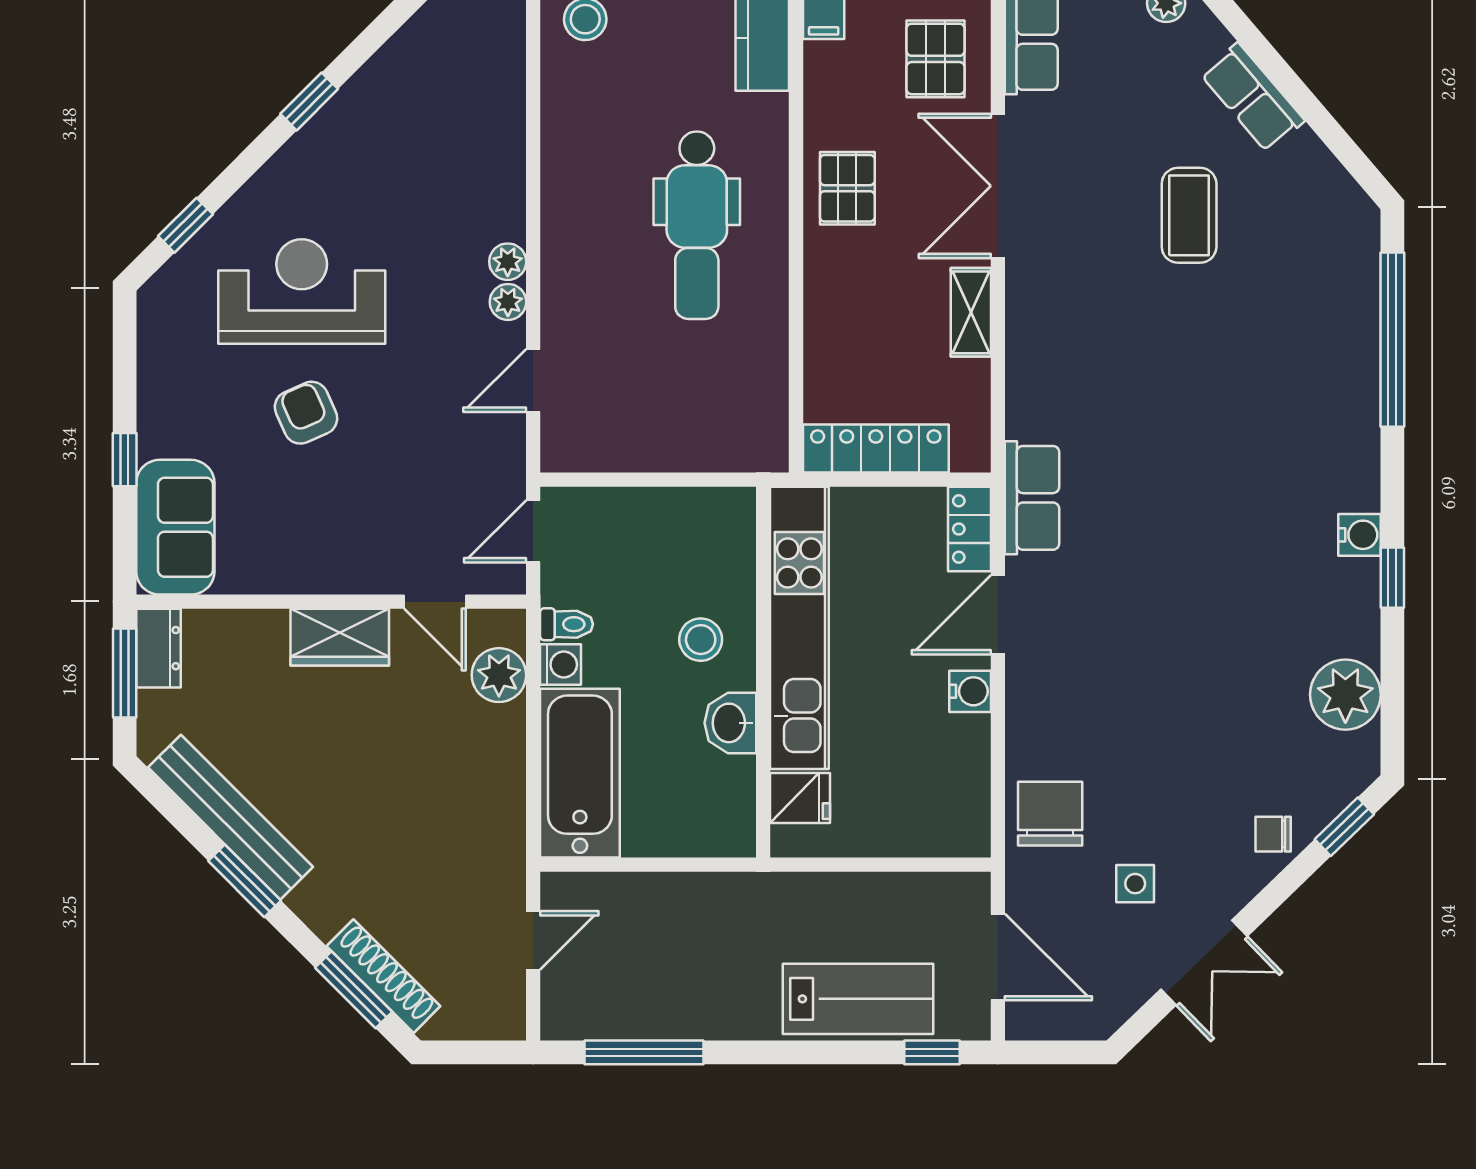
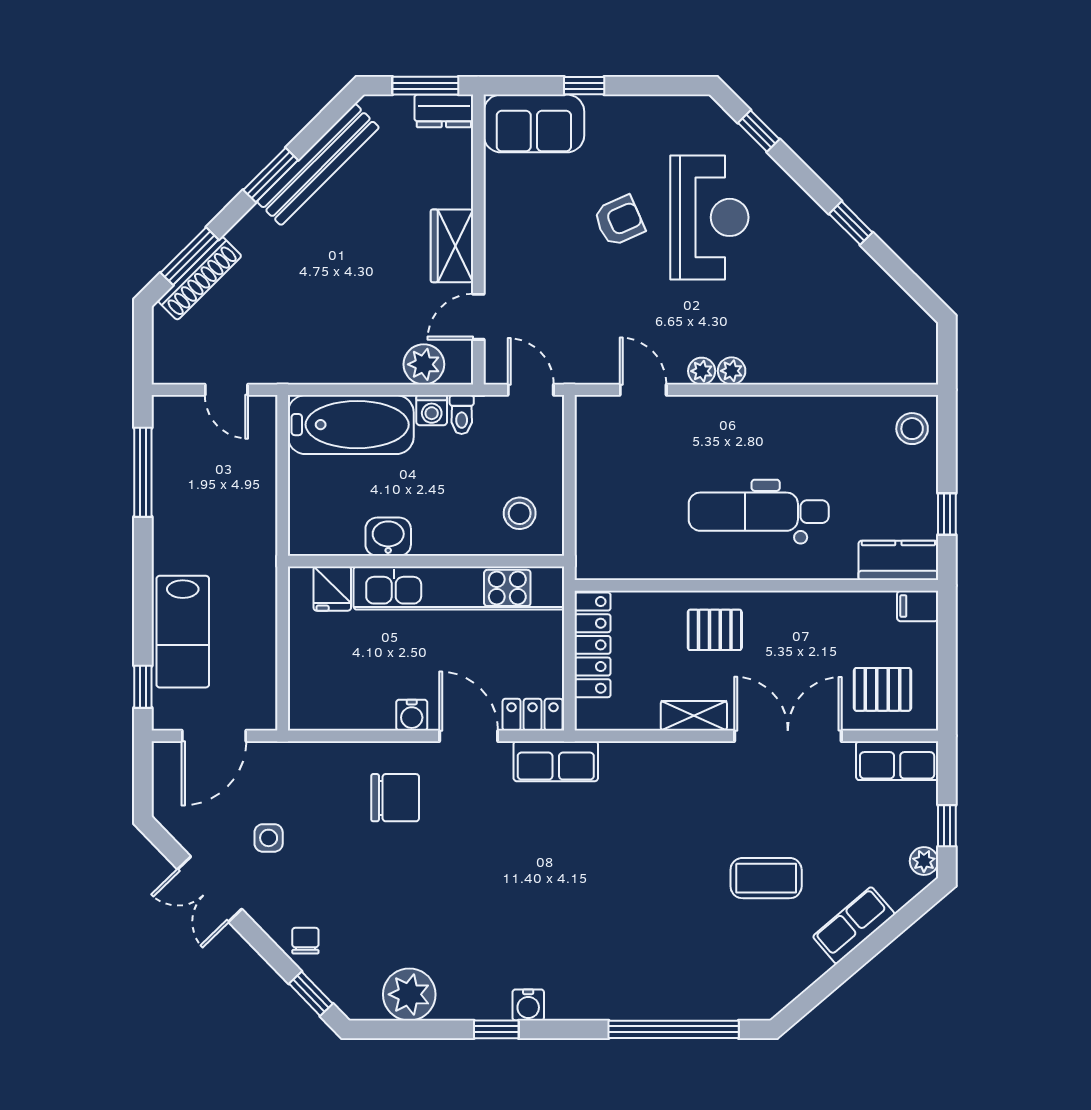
pallet: (847, 188) -> (715, 630), moved
stool: (701, 640) -> (520, 513), moved
chair: (1050, 814) -> (395, 798), moved

